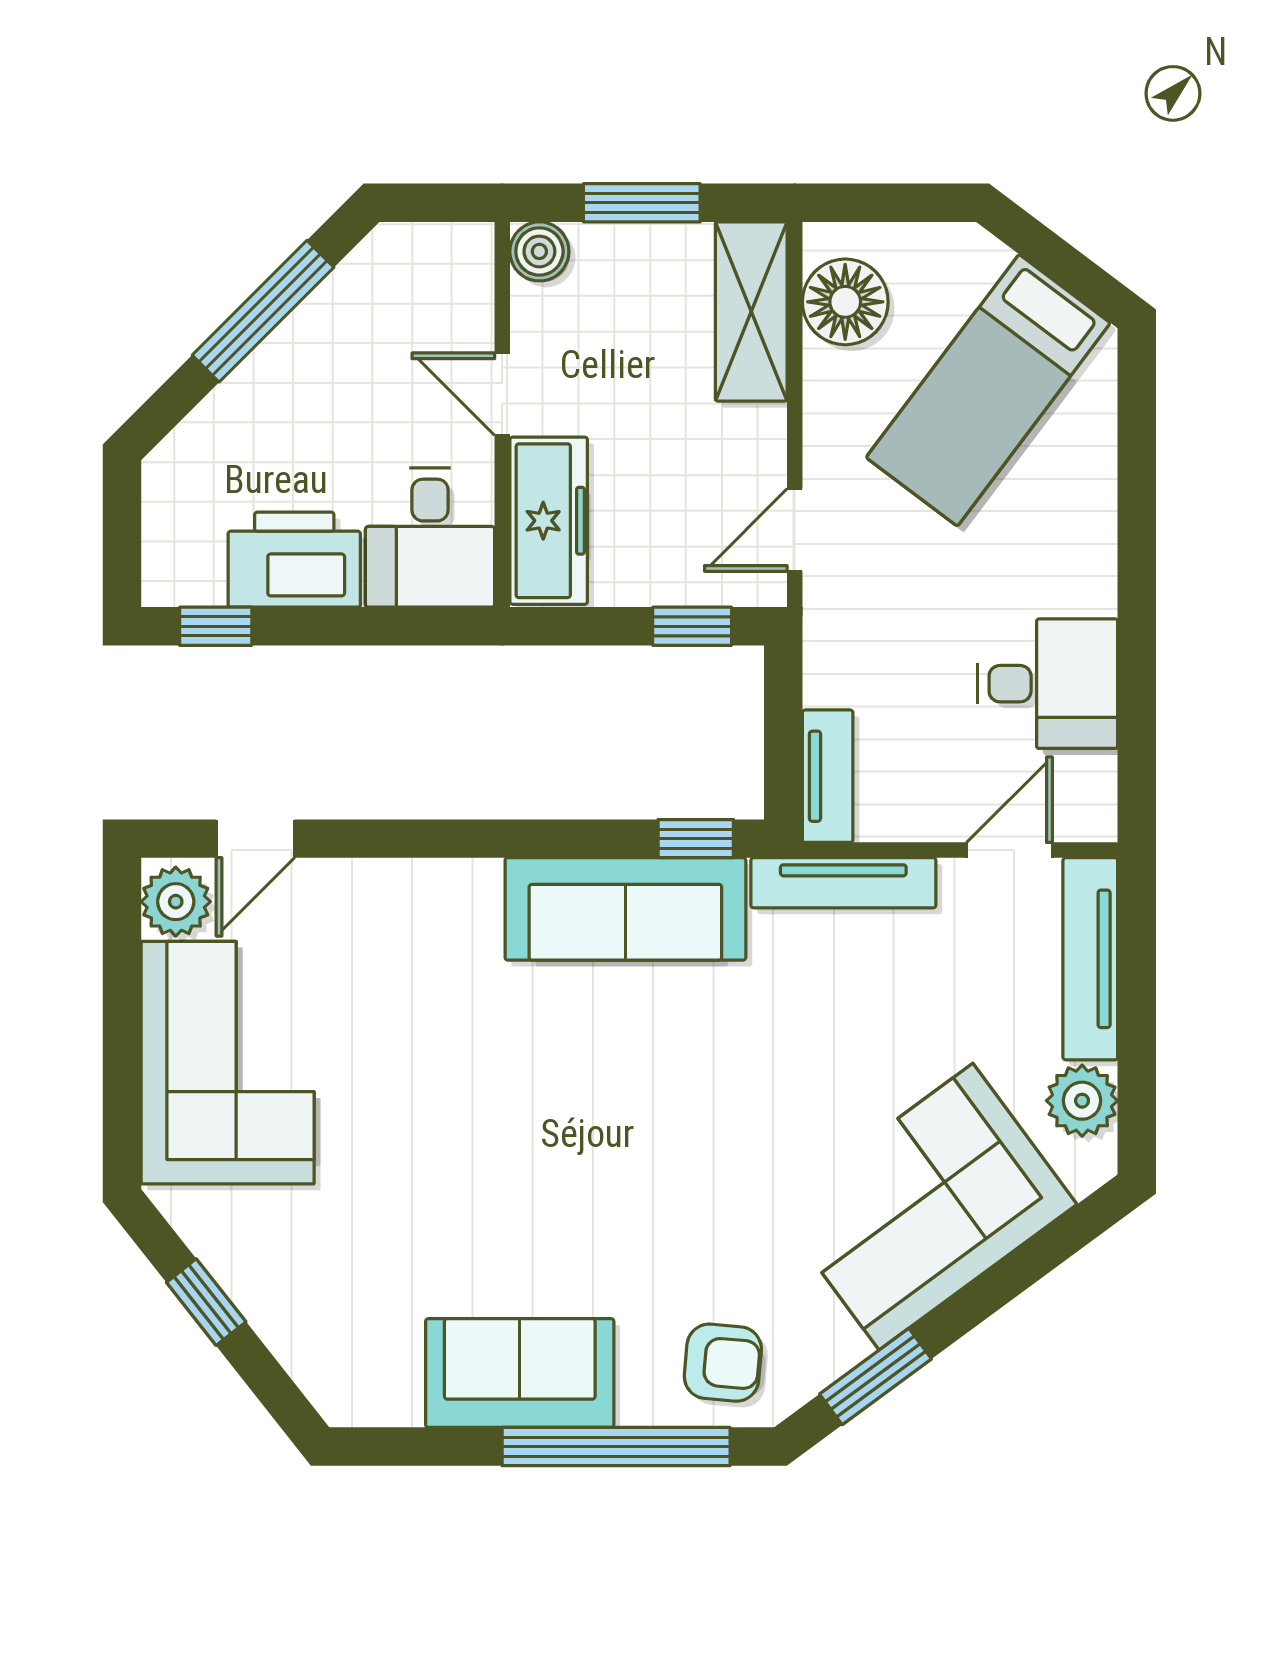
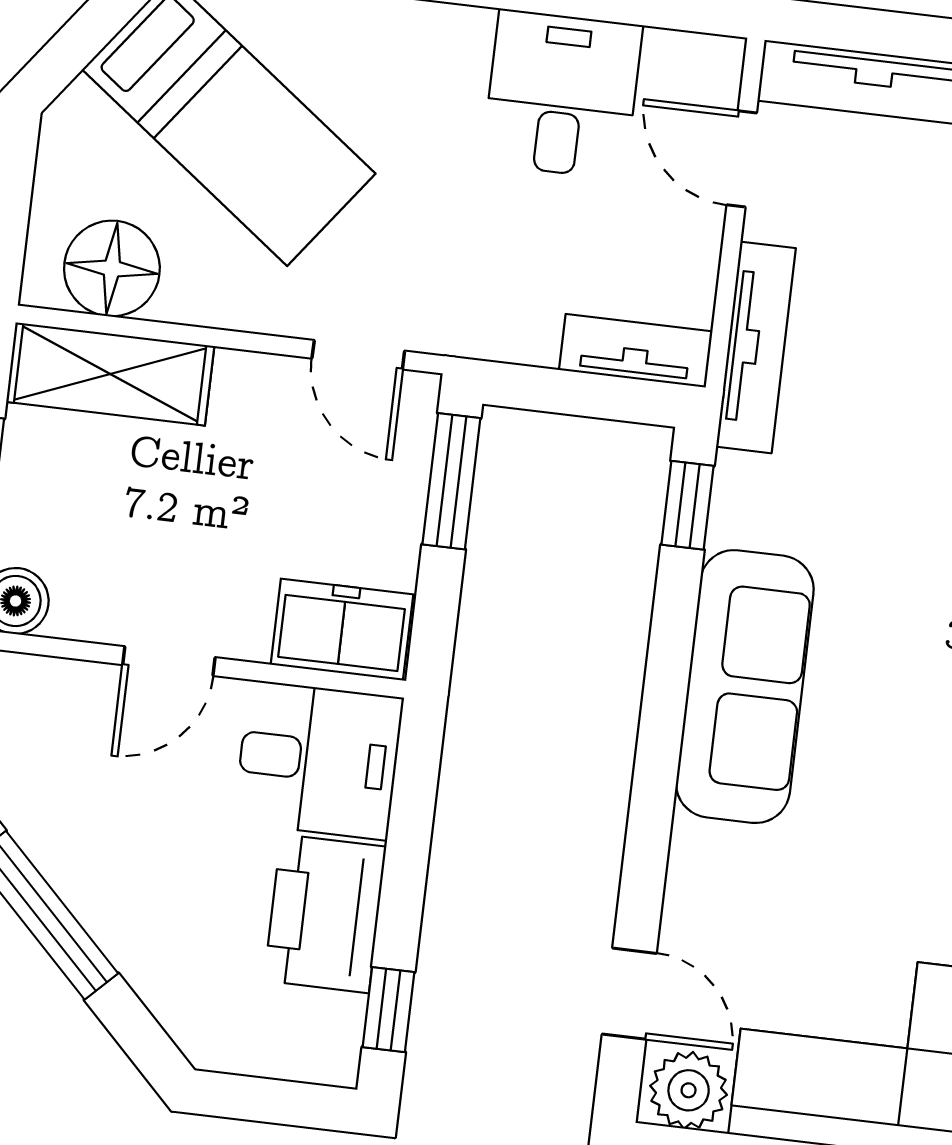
freezer: (549, 521) -> (342, 630), width x0.71
window: (692, 626) -> (451, 481), width x1.50
sofa: (625, 909) -> (745, 687), moved

